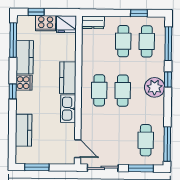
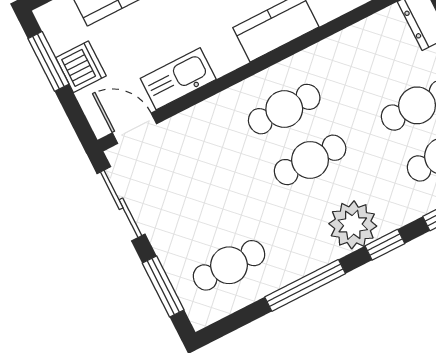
kitchen sink: (68, 109) -> (178, 79), moved
window: (167, 144) -> (305, 285), moved
door: (78, 149) -> (134, 128), swing flipped
dishwasher: (45, 156) -> (81, 67), added

